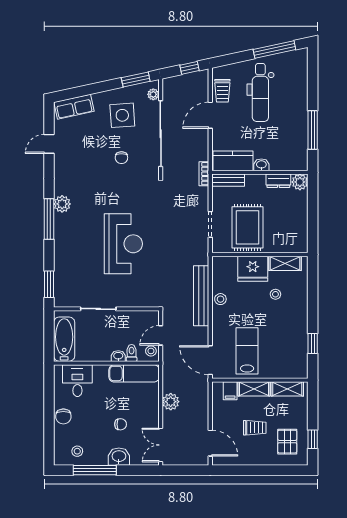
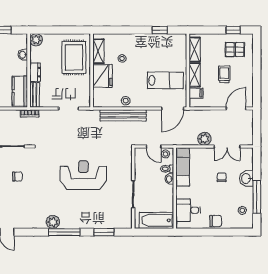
washbasin: (261, 165) -> (23, 55), moved
dresser: (278, 181) -> (35, 72), moved
rug: (247, 227) -> (74, 57), moved, turned 90
window: (49, 284) -> (104, 232), moved
lab bench: (247, 351) -> (165, 80), turned 180
double door: (161, 445) -> (227, 147), moved

